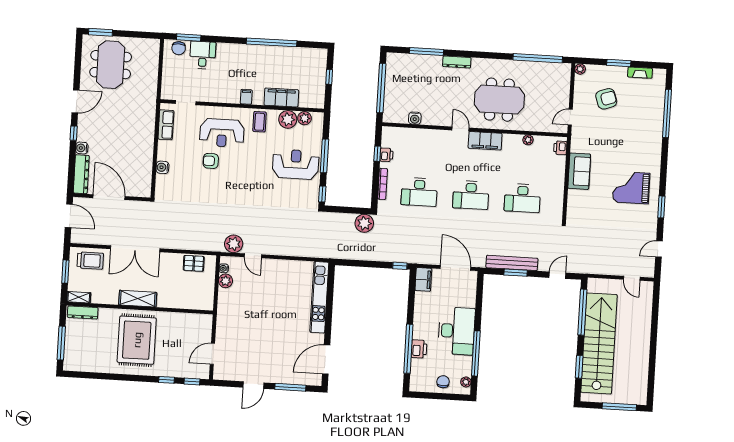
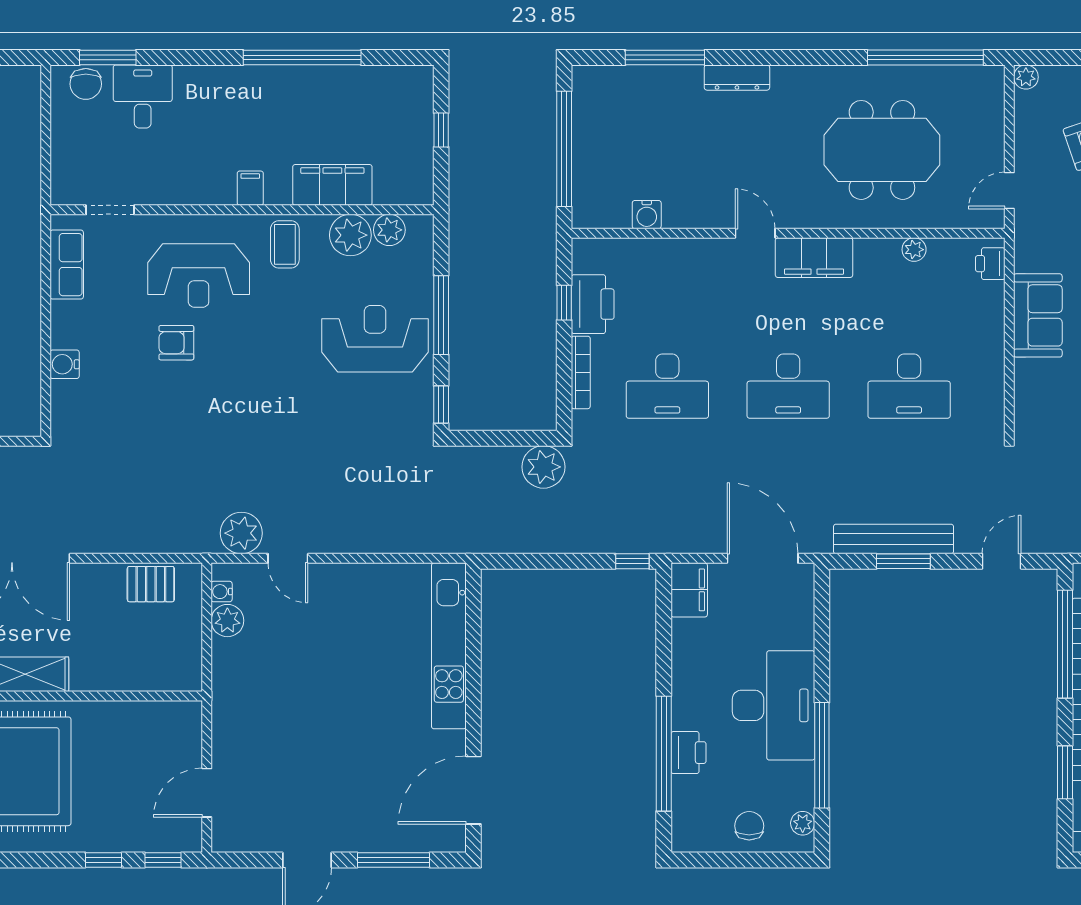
meeting table: (499, 100) -> (882, 150), moved
printer: (386, 155) -> (593, 304), width x1.87, depth x1.48

